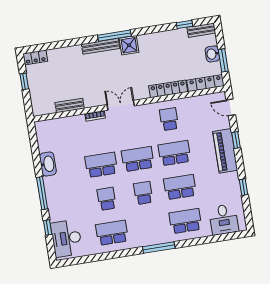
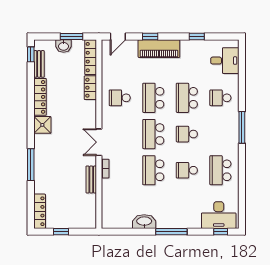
window: (184, 24) -> (31, 54), moved
bench: (201, 30) -> (39, 64), moved
window: (114, 36) -> (31, 165), moved
locker: (157, 38) -> (40, 97), added
bench: (101, 46) -> (39, 153), removed
locker: (35, 57) -> (40, 211), width x1.53
locker: (168, 89) -> (90, 88), width x0.66
bench: (70, 106) -> (91, 179), moved
school desk: (185, 221) -> (220, 98), width x0.54
window: (48, 228) -> (221, 232), moved

